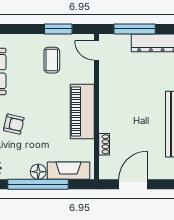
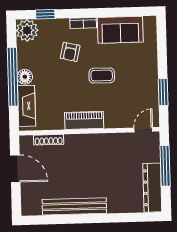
coffee table: (52, 60) -> (102, 76), moved
piano: (82, 111) -> (84, 120), width x0.73, depth x0.75
shoe rack: (104, 144) -> (49, 140), width x1.43

